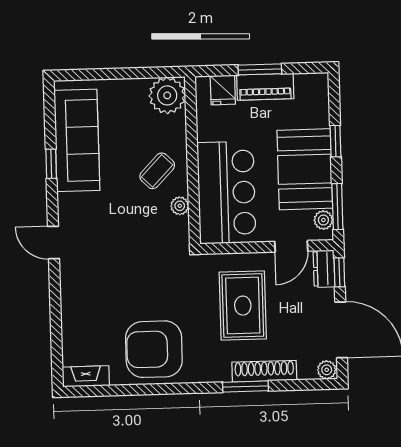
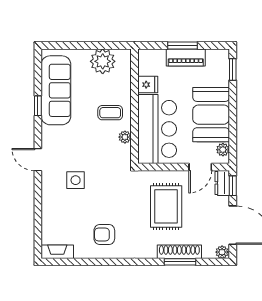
fridge: (223, 90) -> (148, 85), moved, turned -90
plant: (167, 95) -> (103, 61), moved
window: (336, 141) -> (233, 70), moved
coffee table: (157, 171) -> (110, 113), turned 46
window: (337, 207) -> (233, 141), removed
side table: (109, 271) -> (76, 180), added
armchair: (154, 349) -> (104, 234), width x0.53, depth x0.53
window: (245, 387) -> (180, 262), moved

